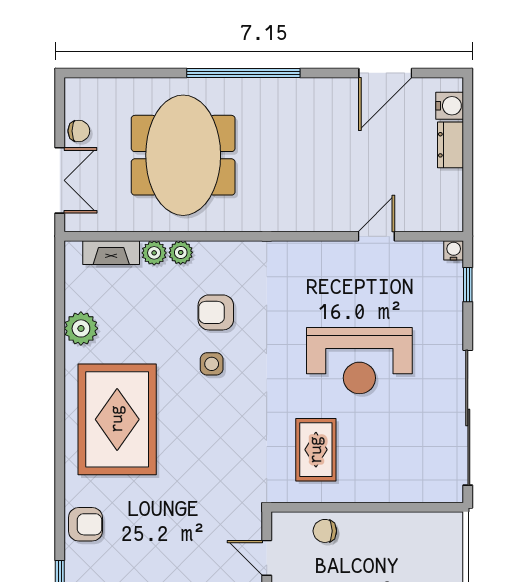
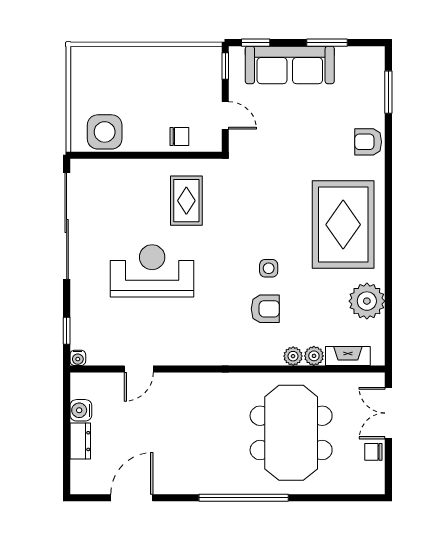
water cooler: (450, 106) -> (81, 410), moved
plant: (81, 328) -> (367, 301), width x1.36, depth x1.36
side table: (420, 537) -> (105, 132), added

